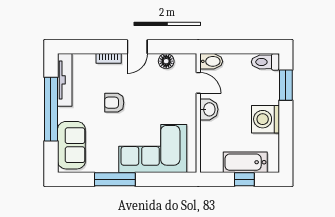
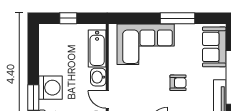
washing machine: (265, 119) -> (51, 88), moved
bathtub: (245, 162) -> (97, 49), moved, turned 90

